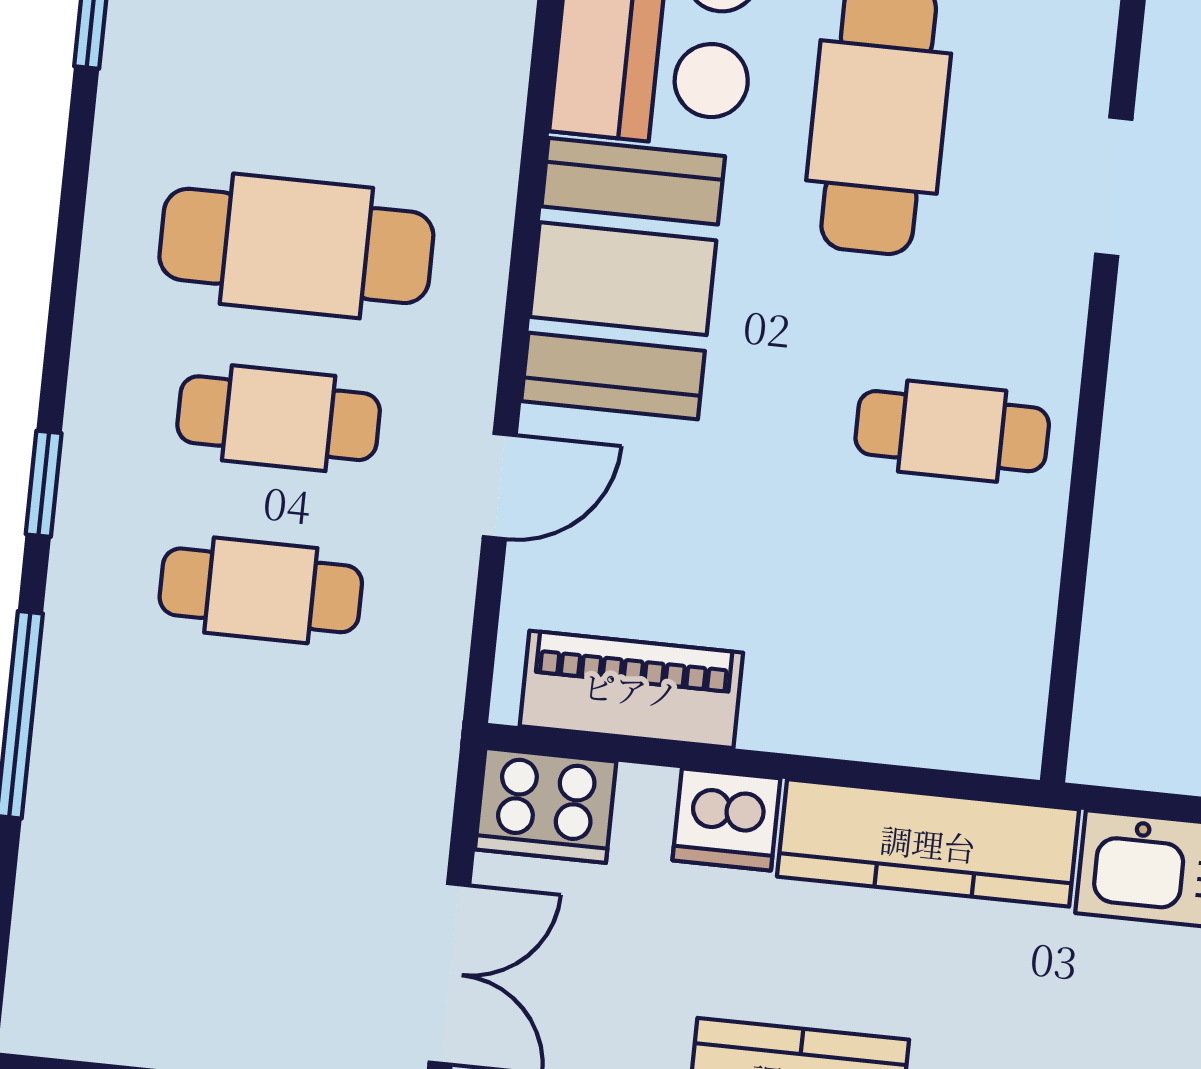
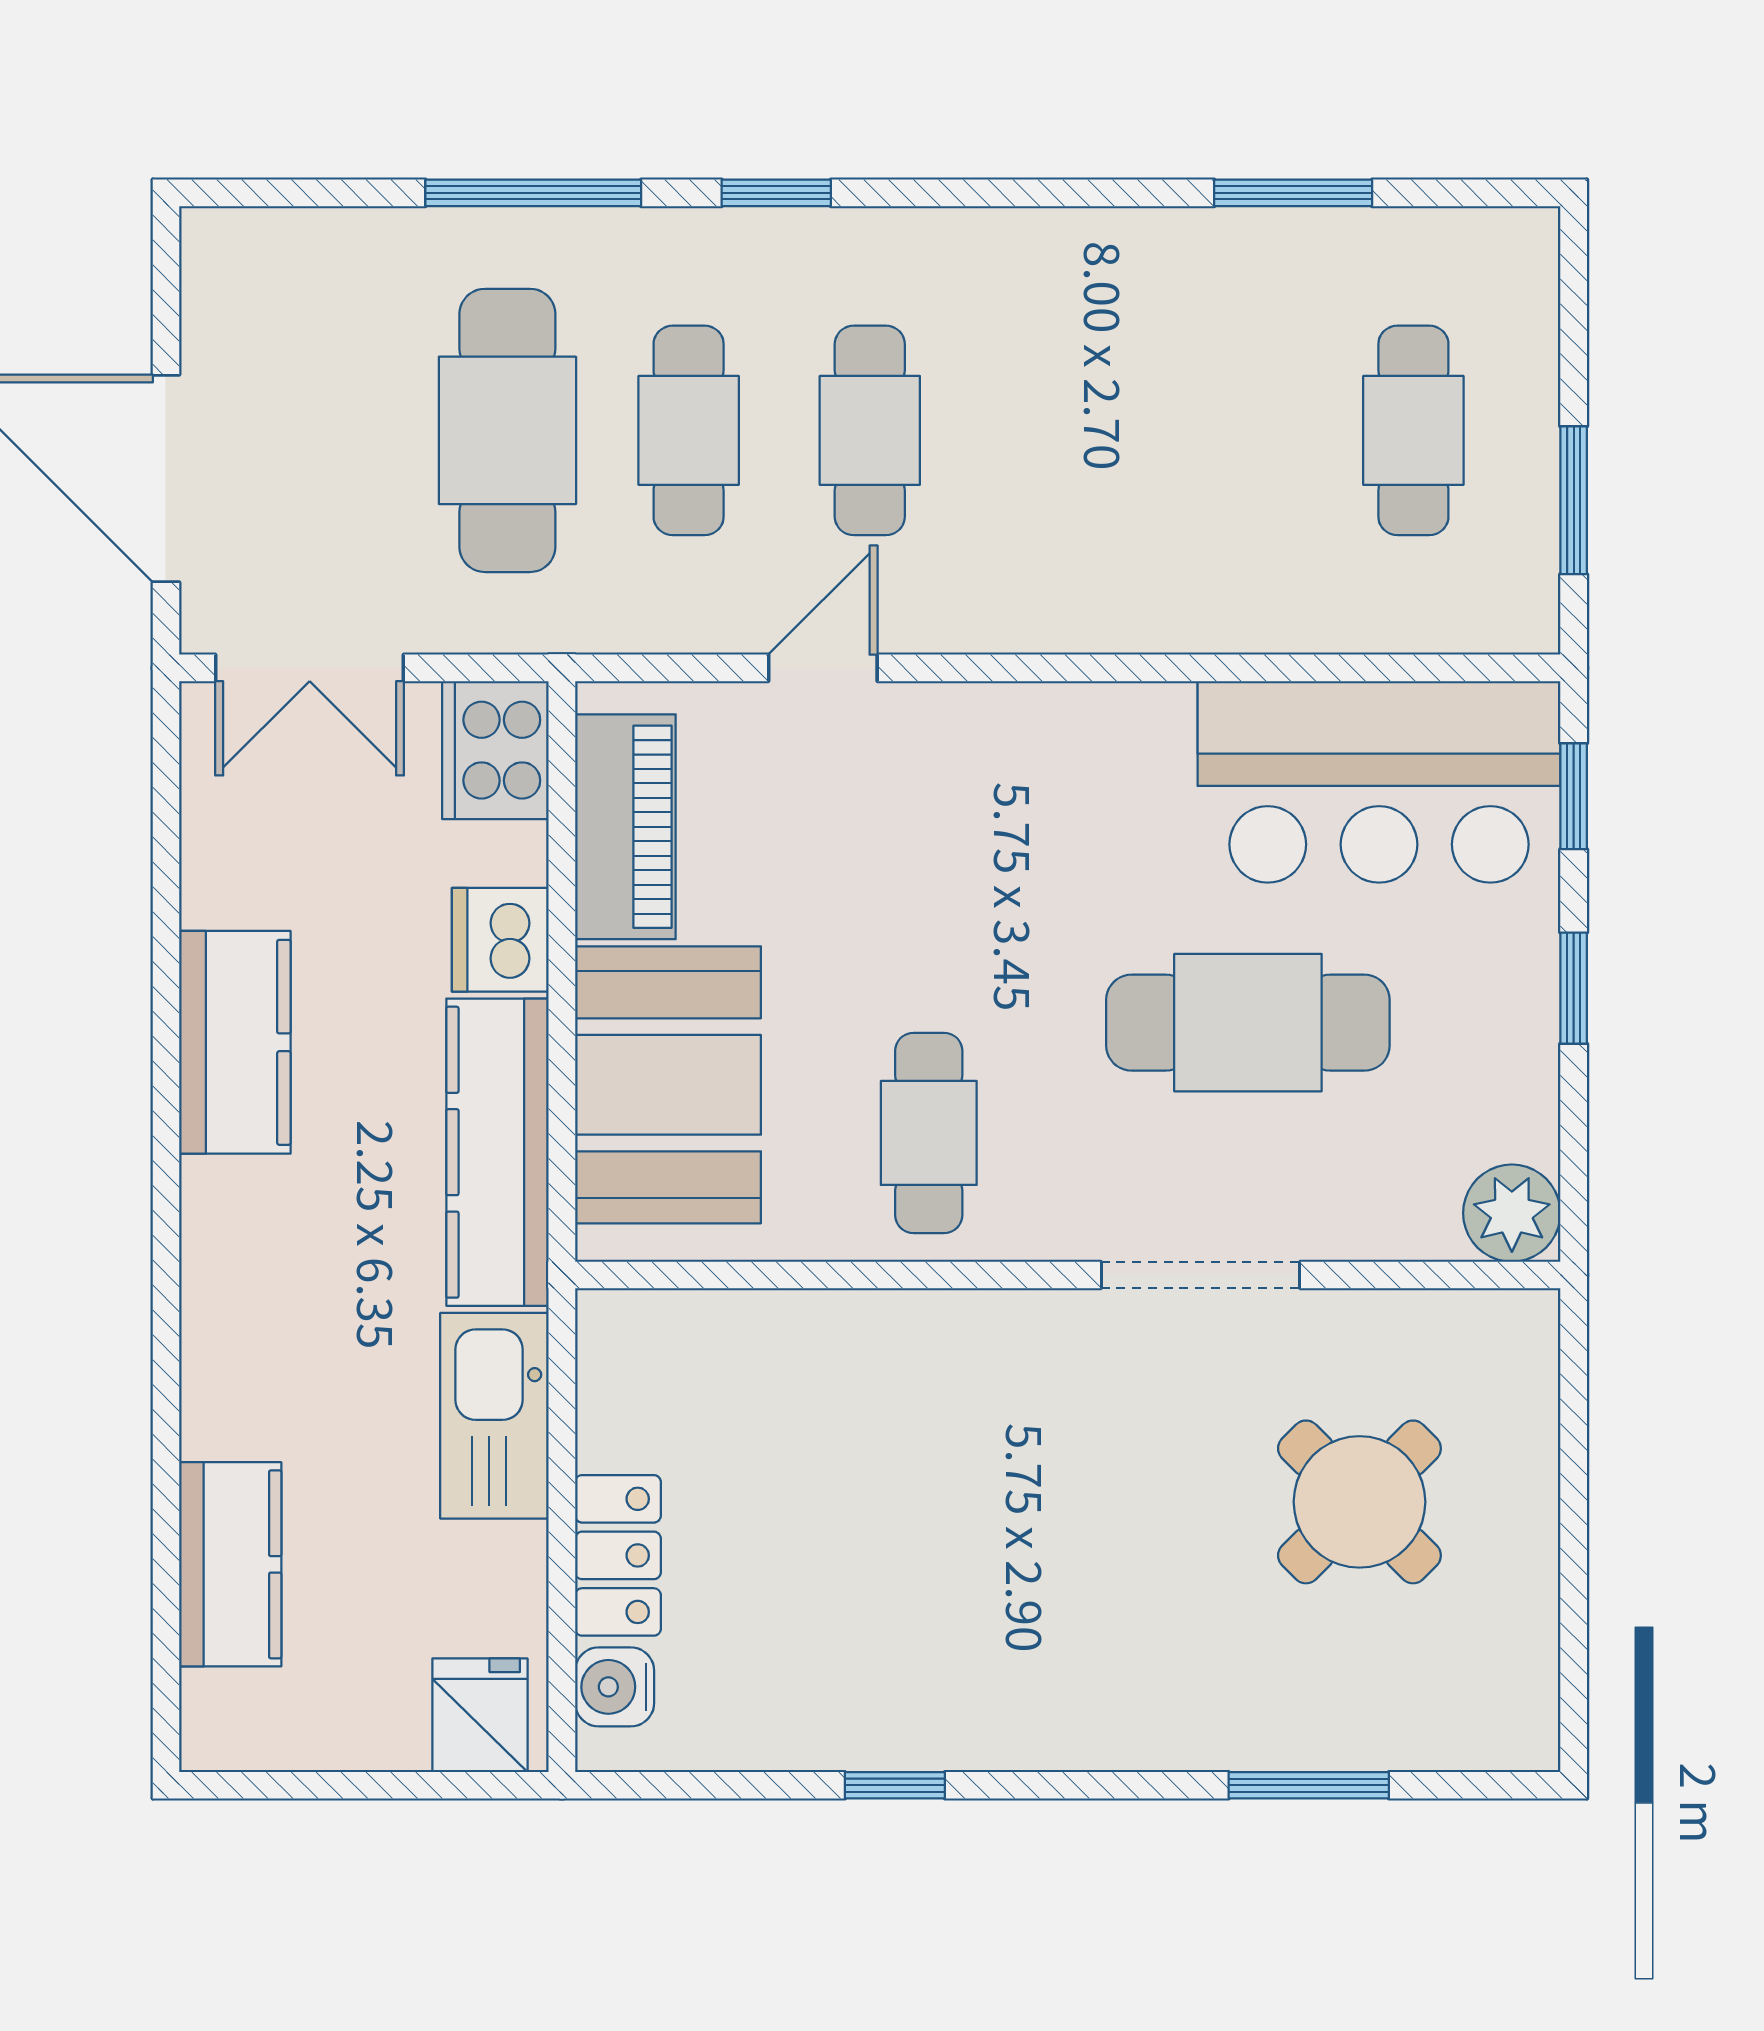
doorway: (1114, 187) -> (1201, 1275), width x1.38
cafe table: (296, 246) -> (507, 430), moved
booth: (623, 279) -> (668, 1085), moved, turned 90
door: (500, 486) -> (823, 668), swing flipped

